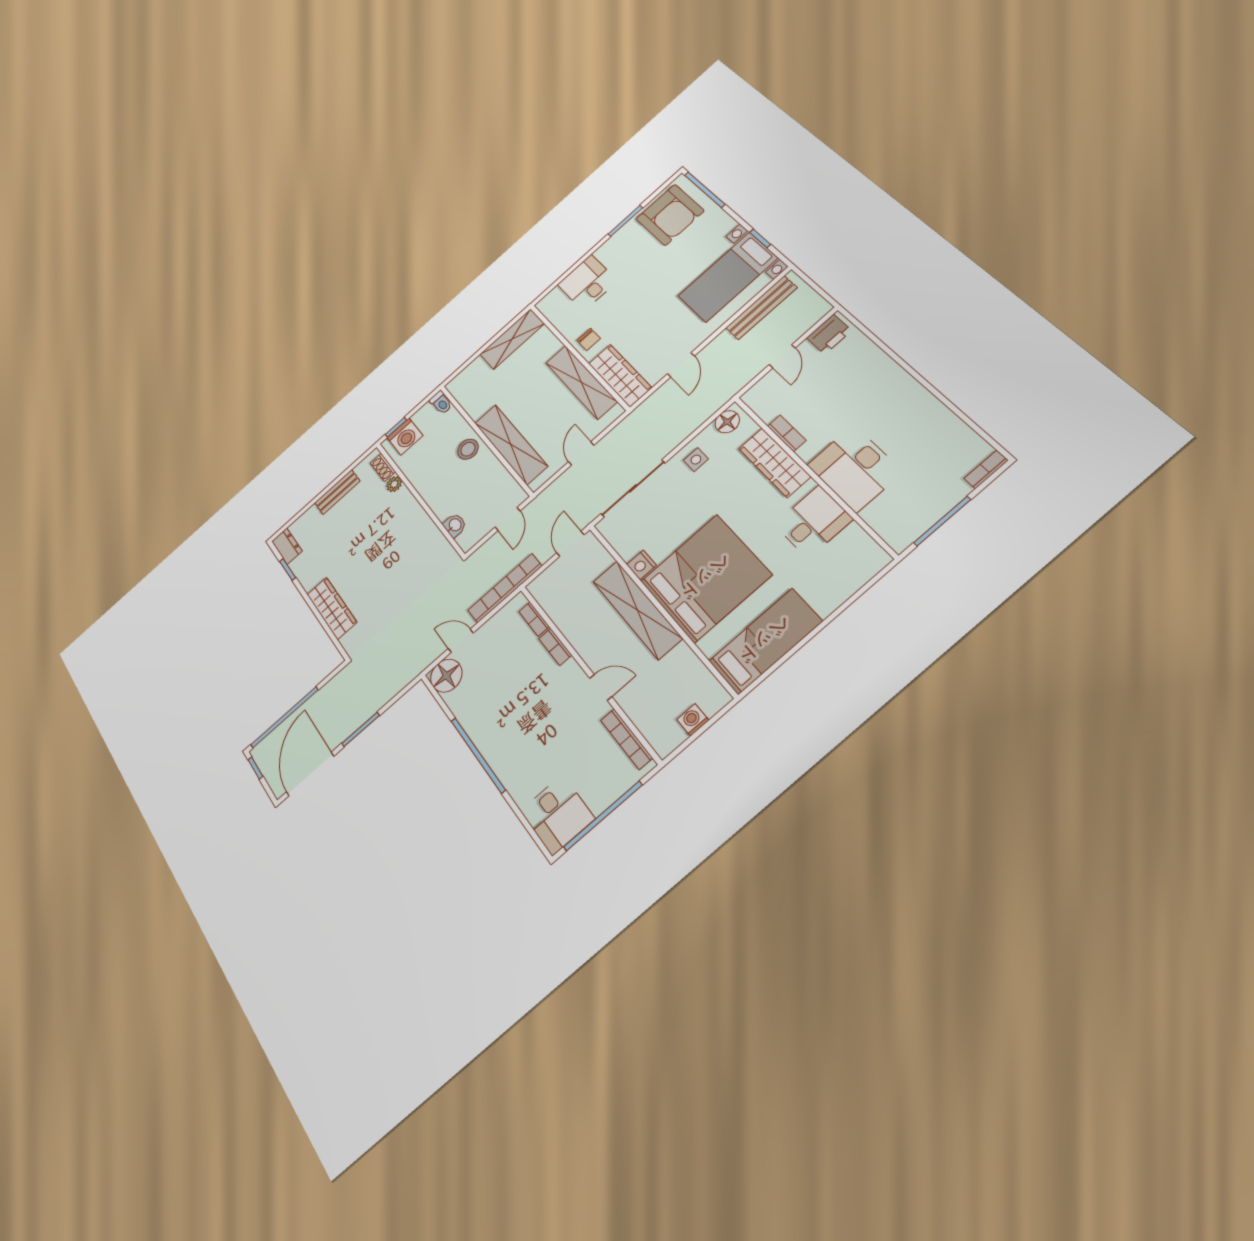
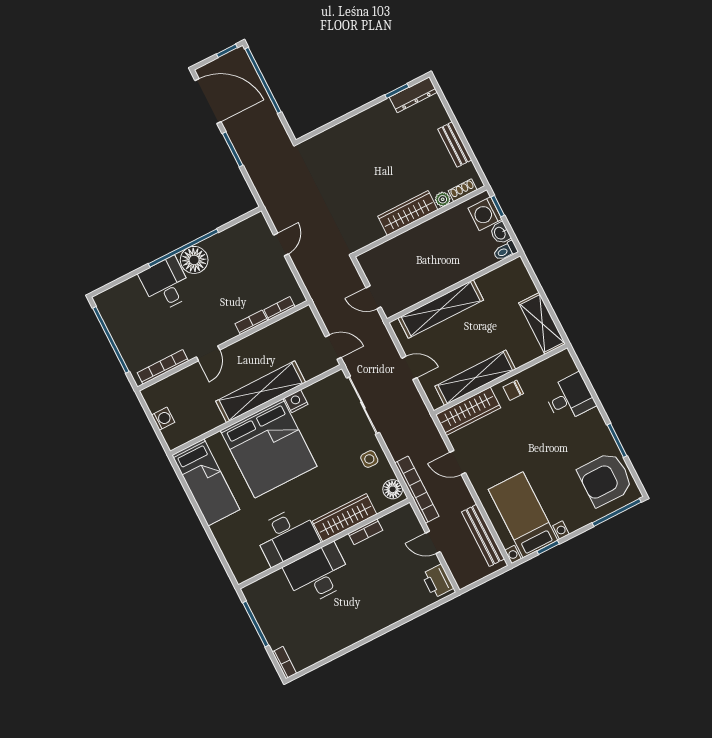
stool: (468, 449) -> (451, 270), removed
desk: (813, 522) -> (286, 536), width x1.37
washbasin: (455, 525) -> (500, 233), moved, turned 90
dresser: (287, 546) -> (413, 95), width x1.44
bookcase: (505, 588) -> (417, 490), moved
wardrobe: (332, 608) -> (408, 213), moved, turned 180
floor lamp: (446, 676) -> (194, 260), moved
desk: (557, 815) -> (166, 284), moved, turned 90

